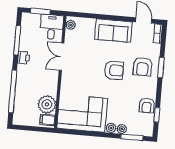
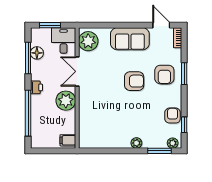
plant: (71, 25) -> (88, 41), width x1.87, depth x1.87
floor lamp: (26, 36) -> (37, 53), added
printer: (24, 58) -> (36, 87), moved
plant: (47, 104) -> (66, 101), moved
armchair: (147, 105) -> (173, 116), turned 180
corner sofa: (82, 113) -> (104, 130), removed
plant: (122, 129) -> (173, 143), moved

